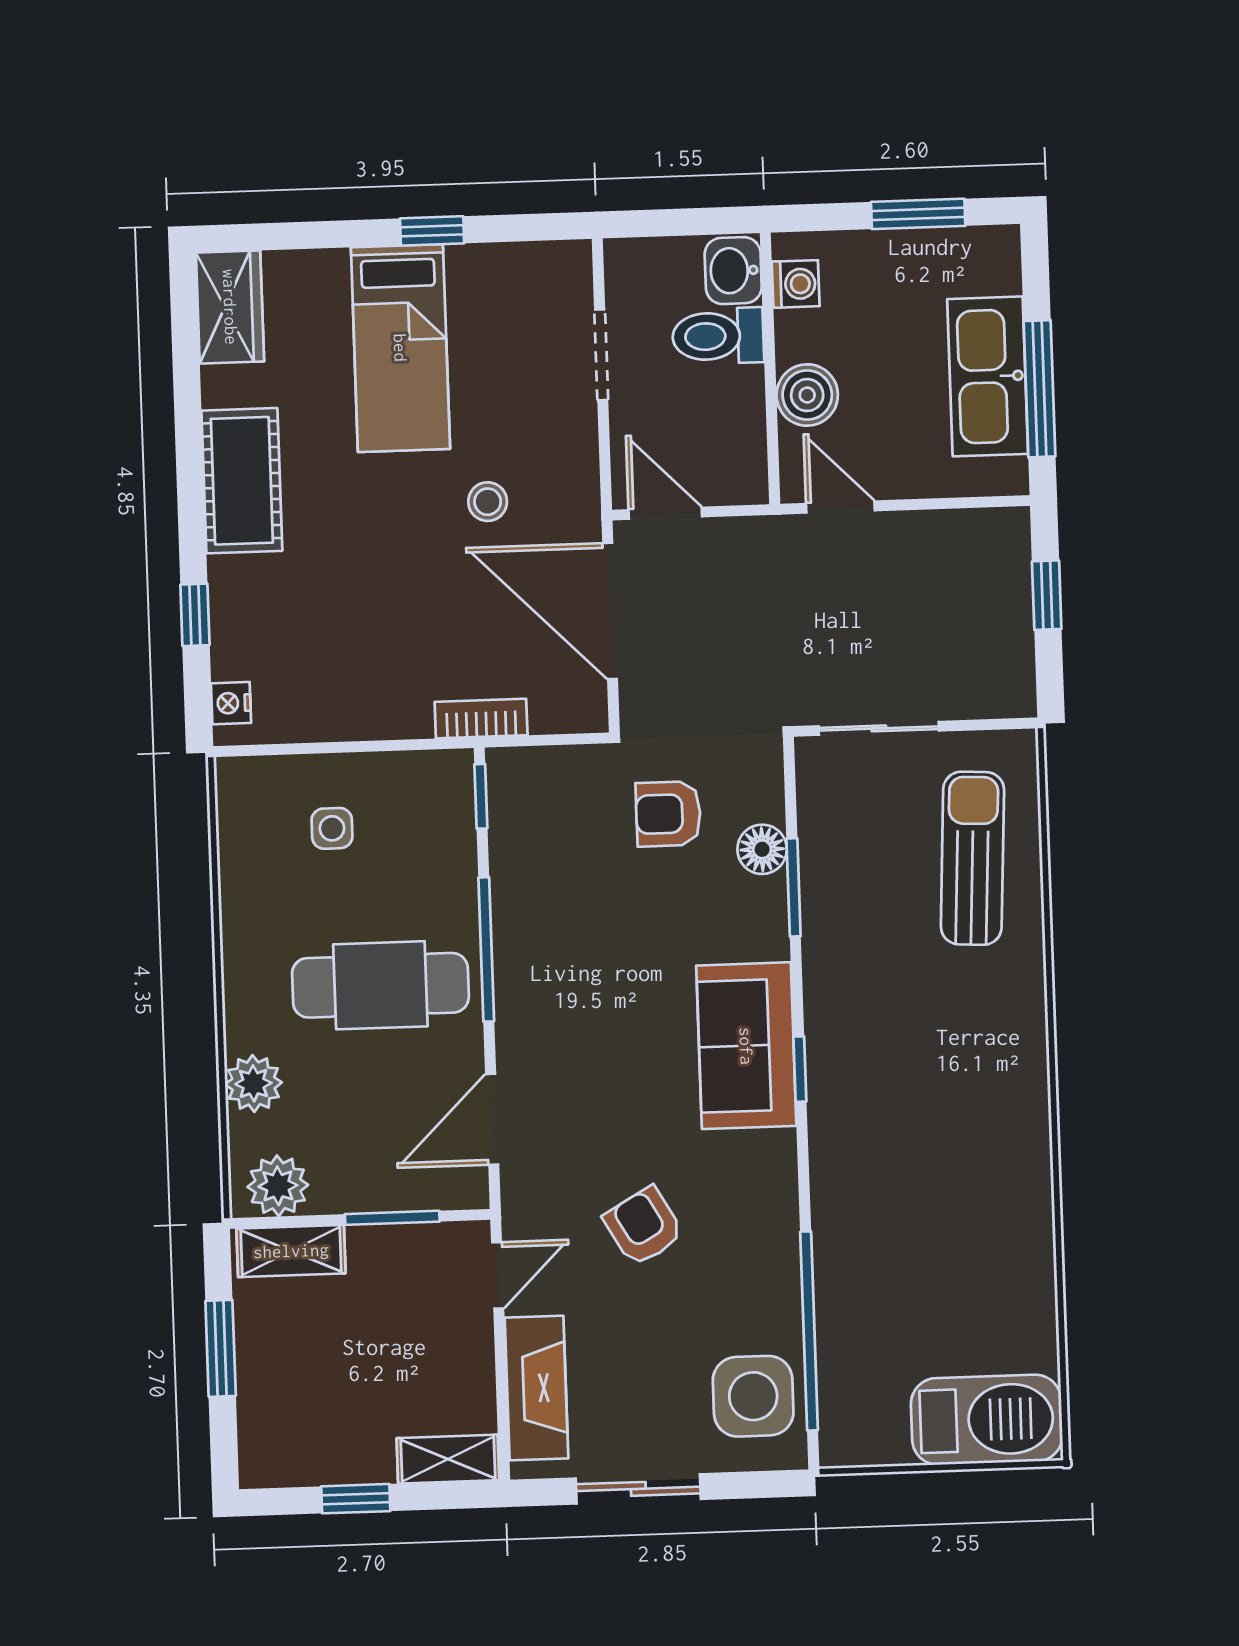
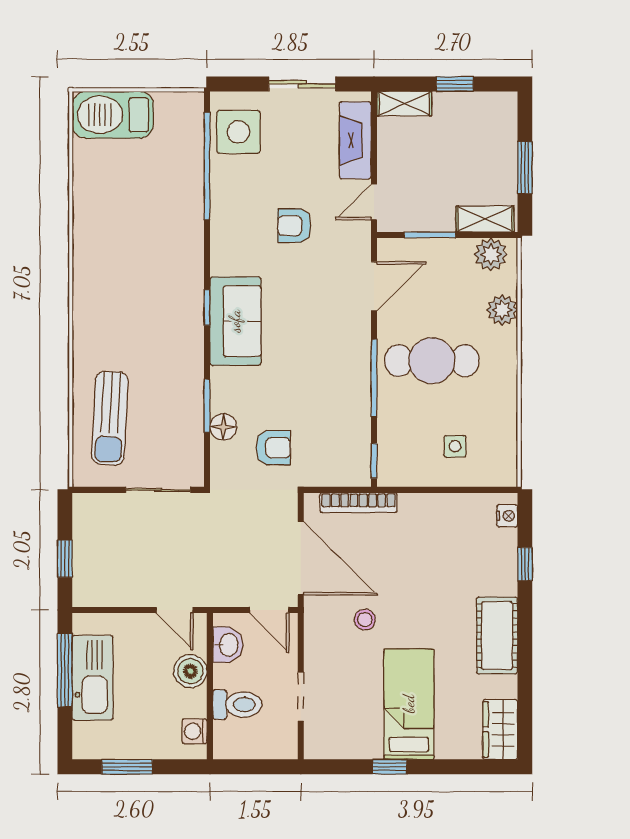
washbasin: (733, 271) -> (228, 645), moved
bookcase: (481, 719) -> (359, 503), width x1.56
armchair: (644, 1226) -> (294, 226), turned 120

